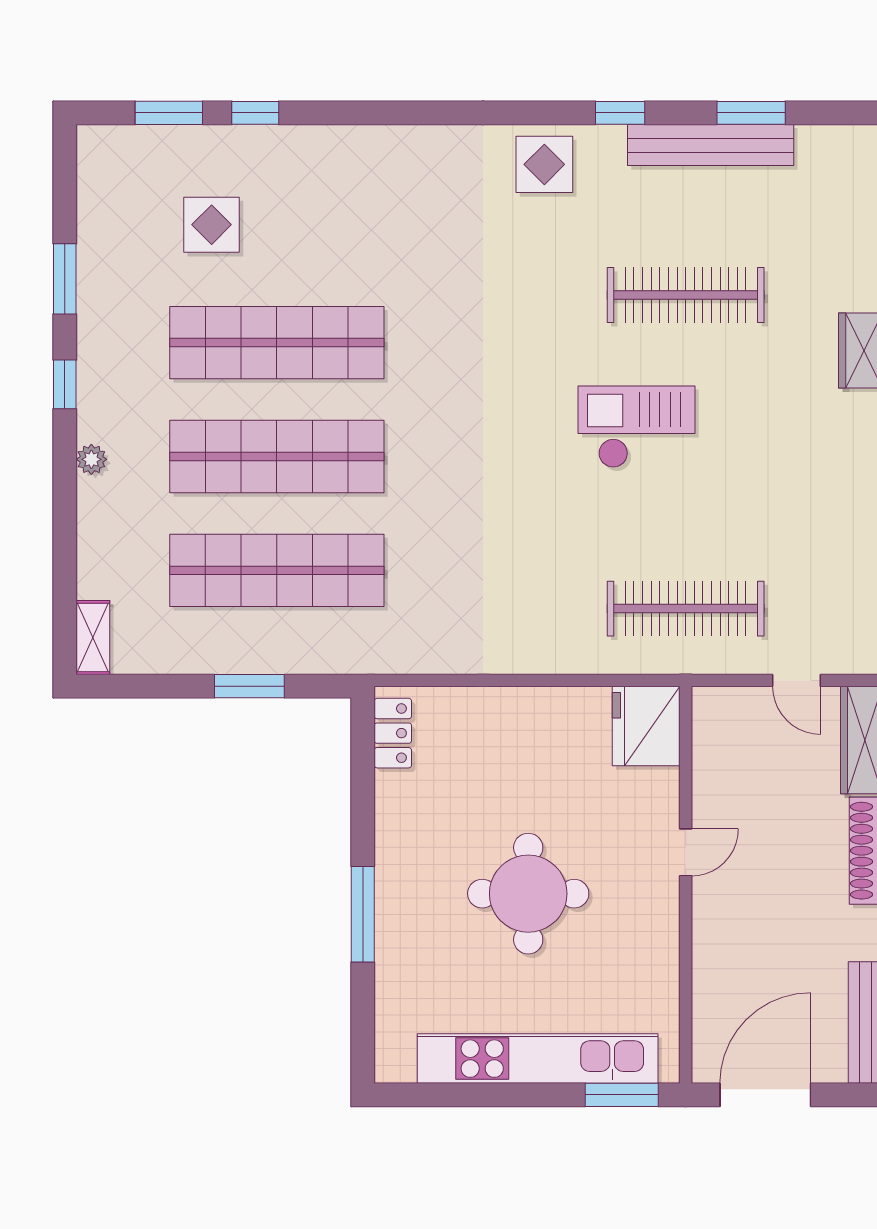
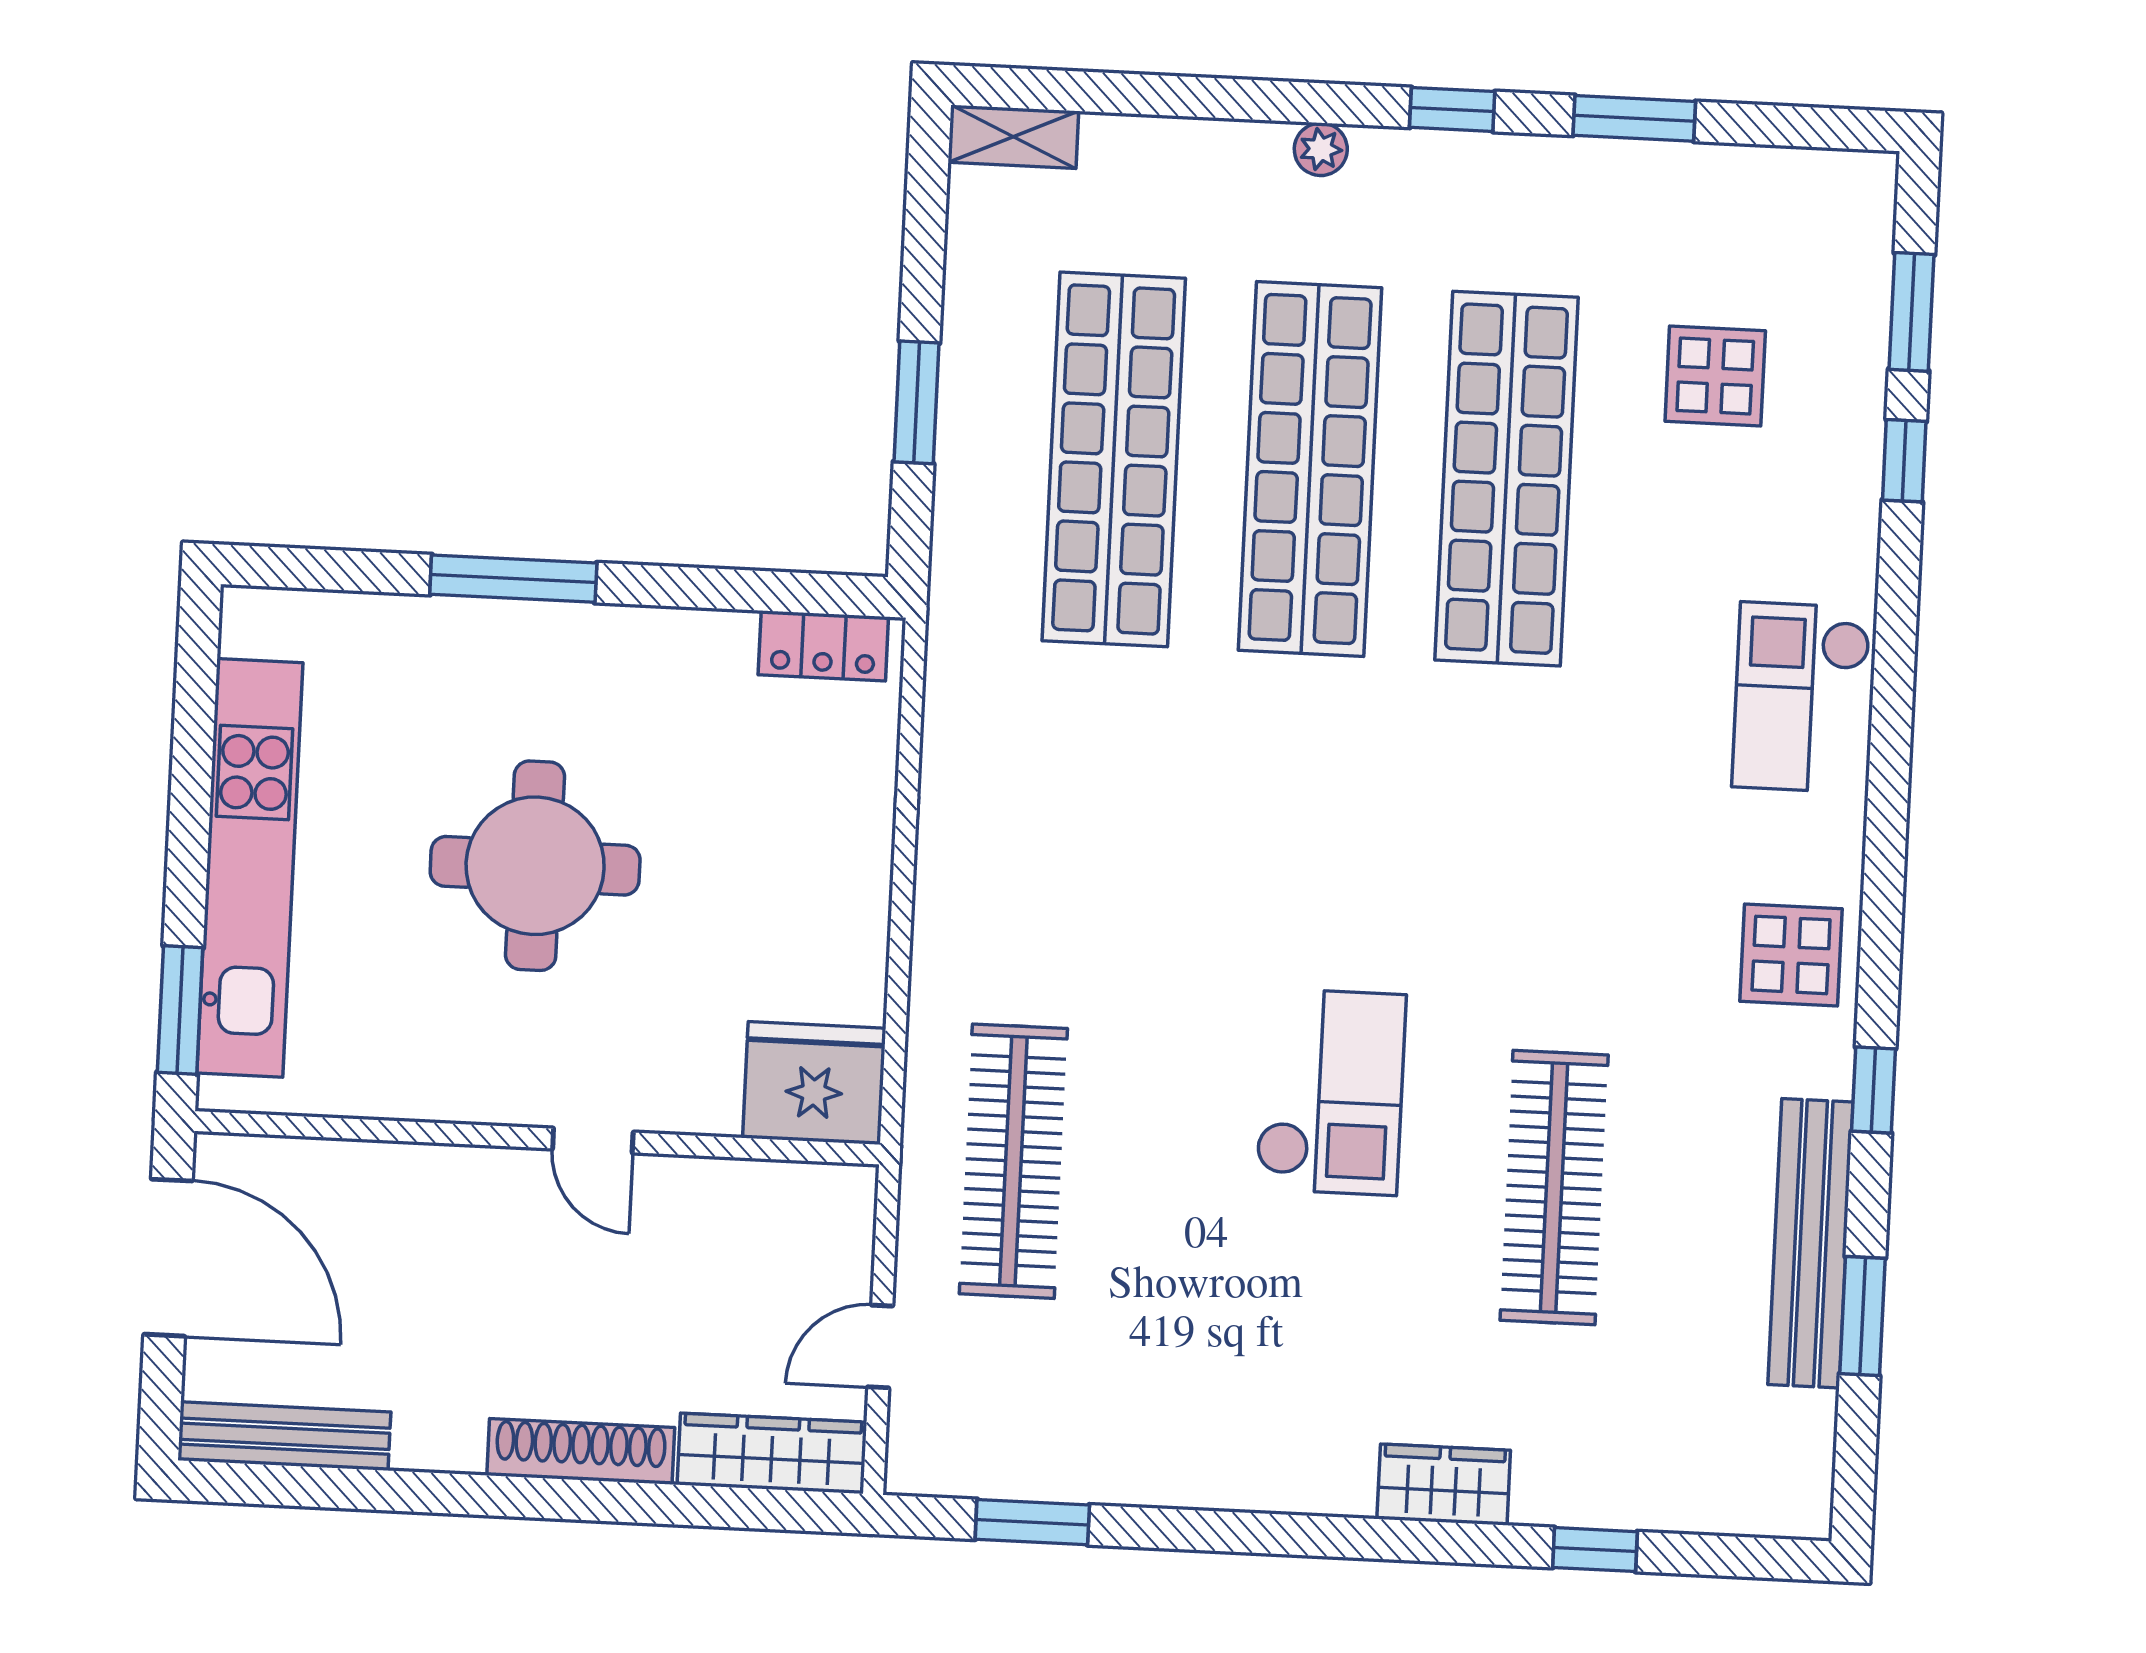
checkout: (395, 166) -> (1801, 697), added

